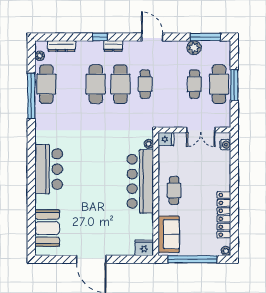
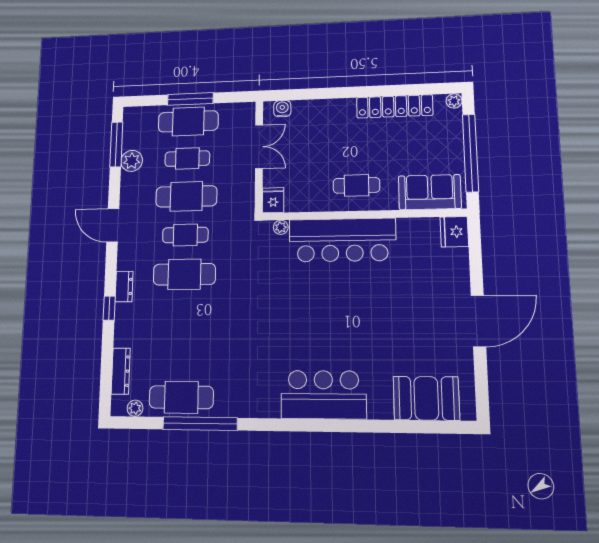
door: (152, 37) -> (113, 225), hinge flipped
cafe table: (96, 84) -> (186, 196), moved

